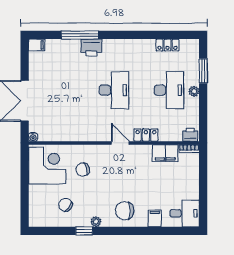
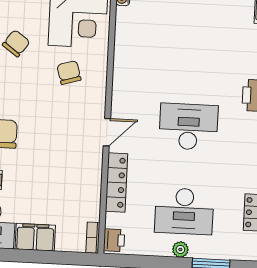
desk: (114, 90) -> (188, 127), turned 180
locker: (146, 135) -> (117, 182), width x1.53
filing cabinet: (165, 153) -> (35, 237), moved, turned 90

